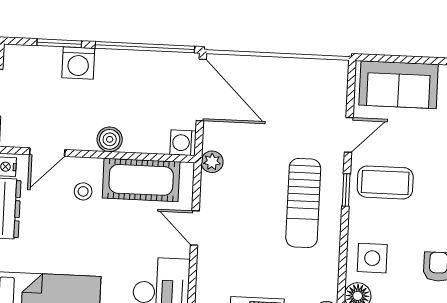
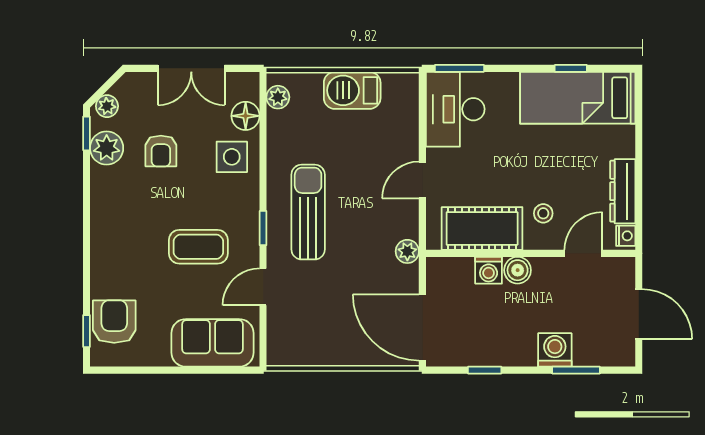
window: (145, 47) -> (485, 370), width x0.32
washing machine: (183, 143) -> (489, 270), moved, turned 90
coffee table: (385, 182) -> (198, 247), moved
door: (195, 228) -> (422, 180), swing flipped

